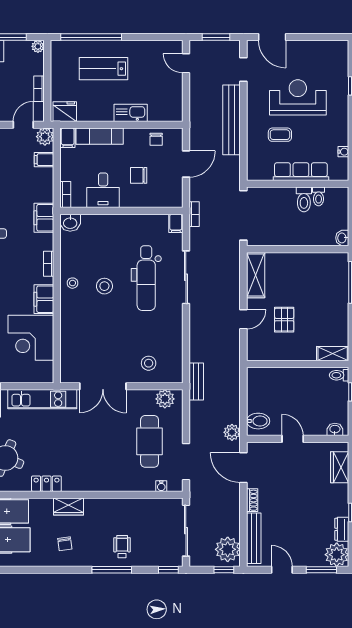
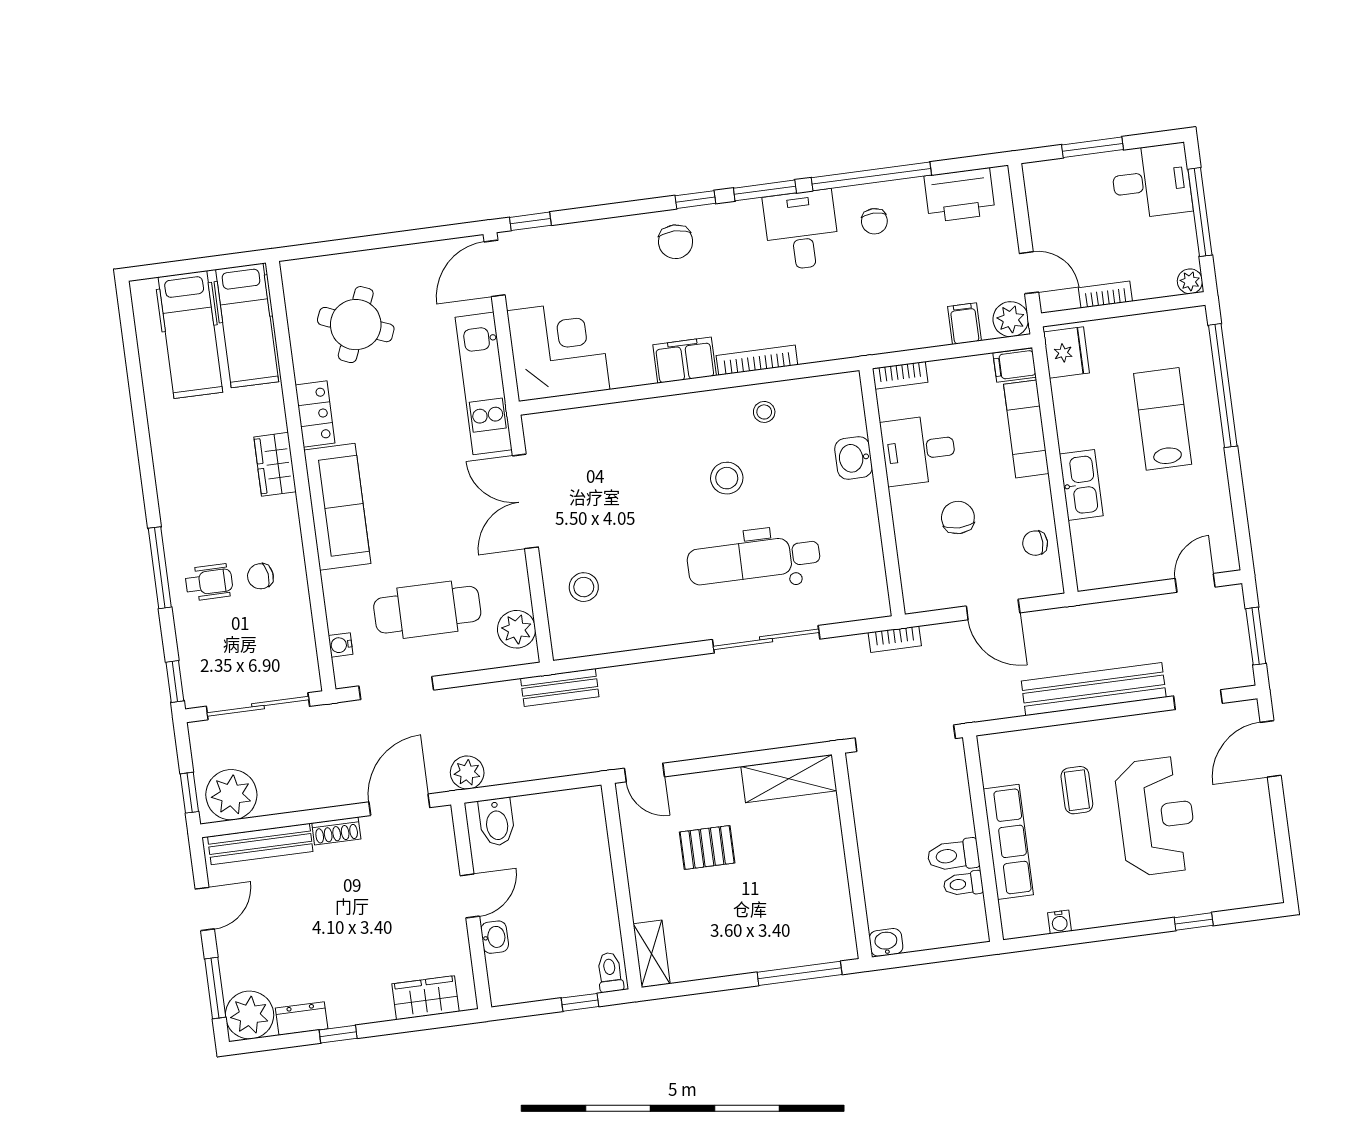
filing cabinet: (44, 218) -> (848, 339), removed
washbasin: (70, 223) -> (854, 458), moved
filing cabinet: (176, 223) -> (871, 605), removed
bookcase: (49, 264) -> (757, 360), width x1.56
stool: (73, 283) -> (764, 412), moved
door: (243, 319) -> (644, 773), moved
corner desk: (31, 338) -> (558, 350), moved, turned 90
washbasin: (335, 429) -> (495, 937), moved
sofa: (93, 479) -> (337, 507), added
chair: (65, 544) -> (260, 576), moved

